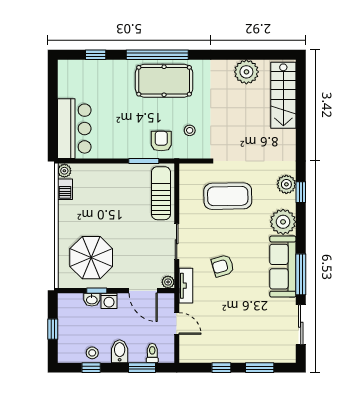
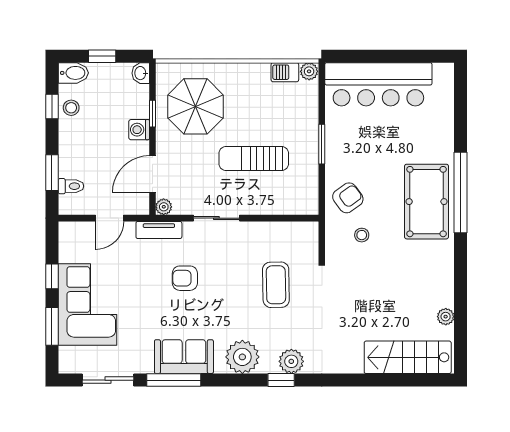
window: (96, 55) -> (460, 112), removed
plant: (246, 72) -> (446, 317), width x0.53, depth x0.53
bar counter: (74, 129) -> (378, 84), width x1.36
armchair: (161, 141) -> (348, 198), turned -36
window: (144, 161) -> (322, 144), moved
sun lounger: (161, 193) -> (254, 159), moved, turned 180
coffee table: (228, 196) -> (276, 285), width x0.73, depth x0.76
armchair: (223, 266) -> (185, 278), turned -74
sofa: (283, 267) -> (184, 357), width x0.73
washbasin: (92, 300) -> (141, 73), moved
corner sofa: (243, 340) -> (87, 305), added
bidet: (120, 351) -> (73, 73), moved

